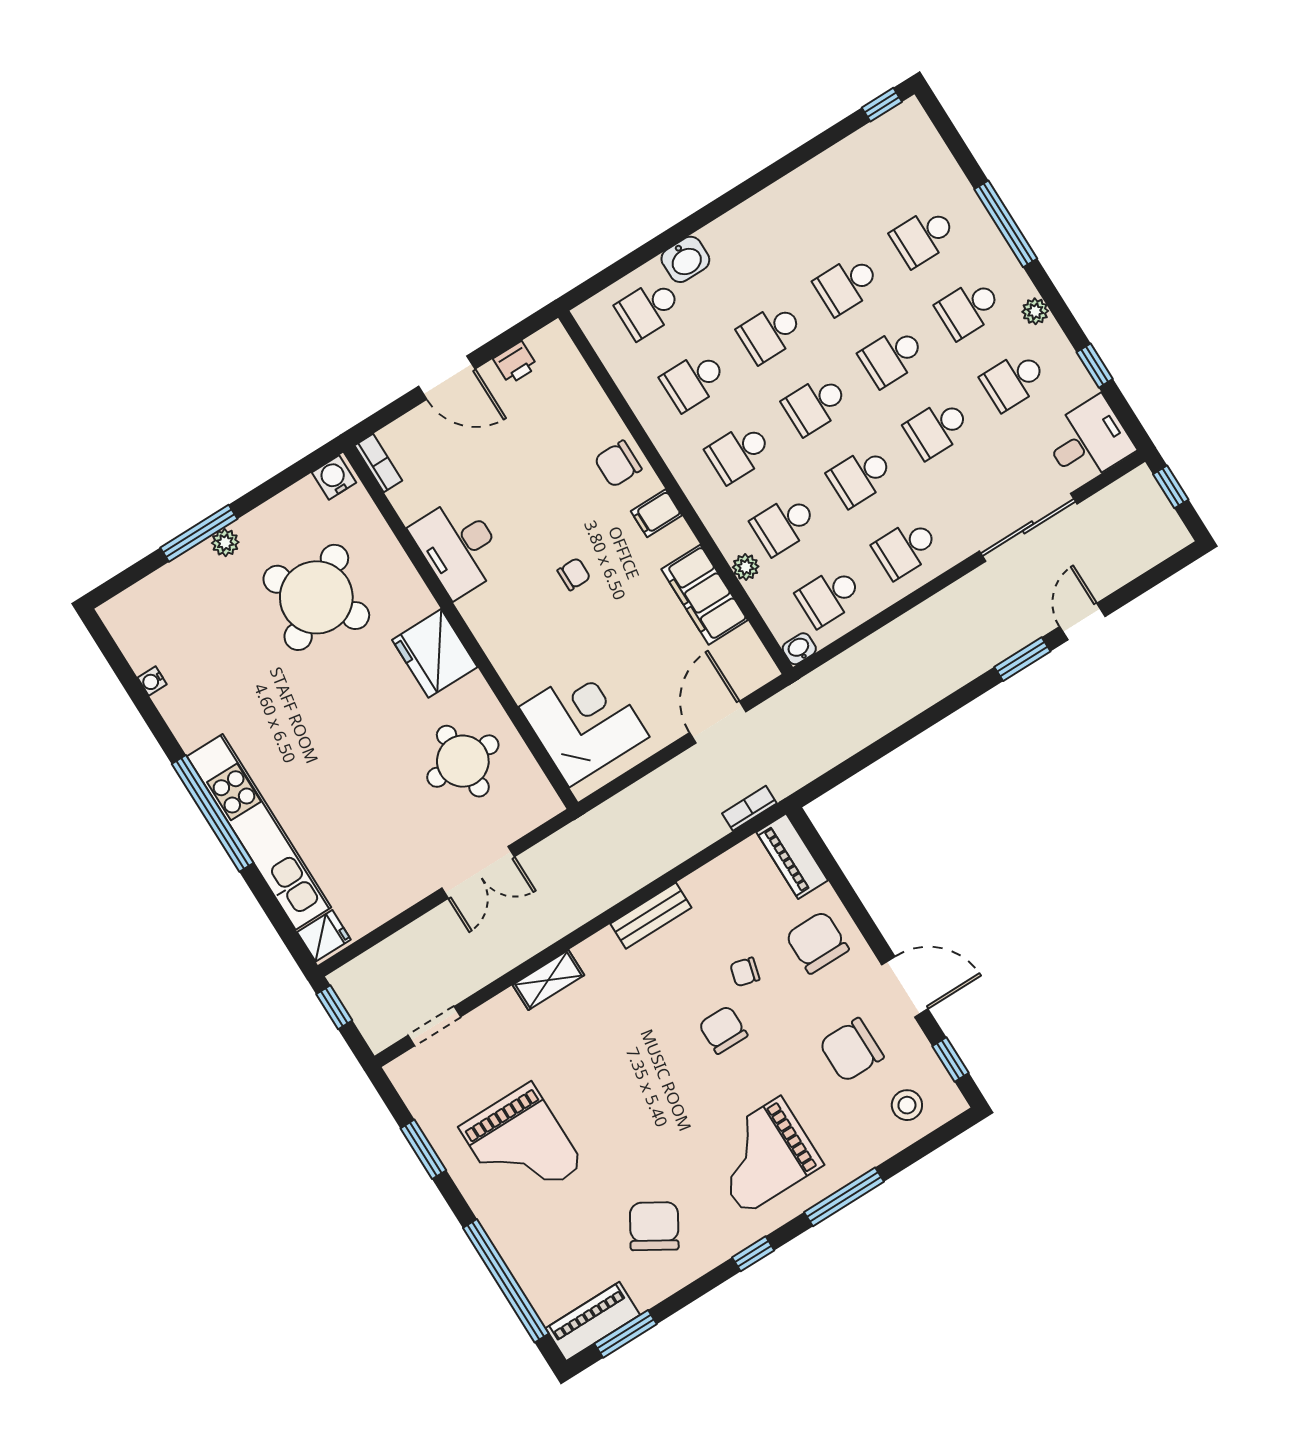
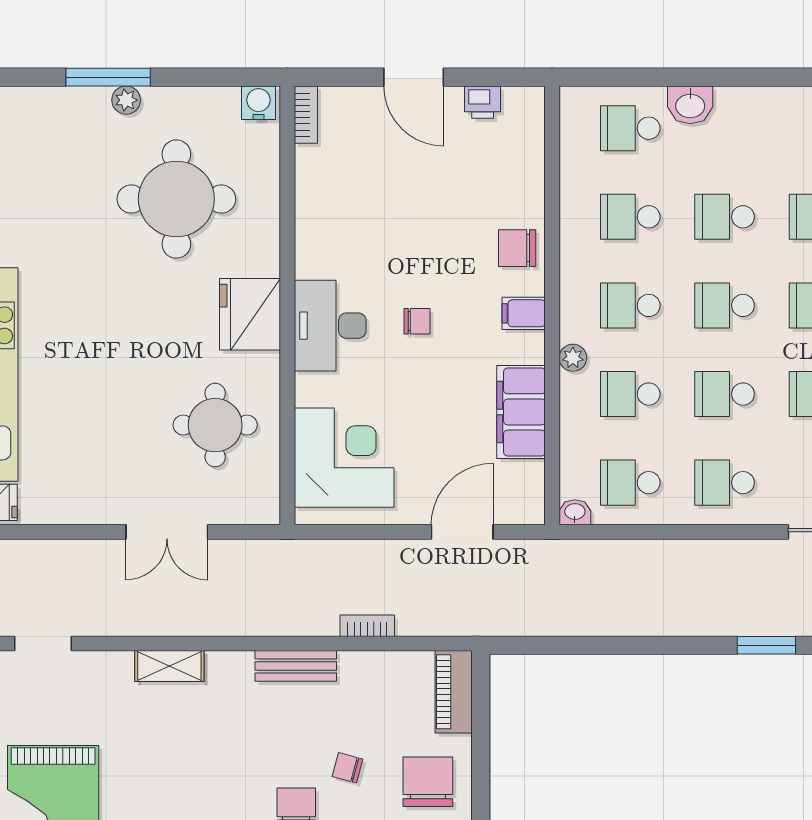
desk: (458, 547) -> (330, 326), moved
plant: (746, 567) -> (573, 358), moved
round table: (316, 597) -> (176, 199), turned 33
bookcase: (749, 808) -> (367, 626), moved

